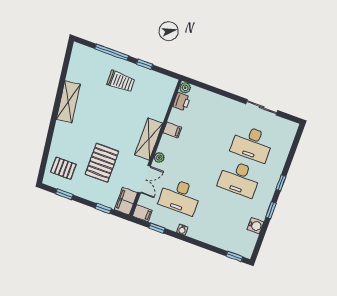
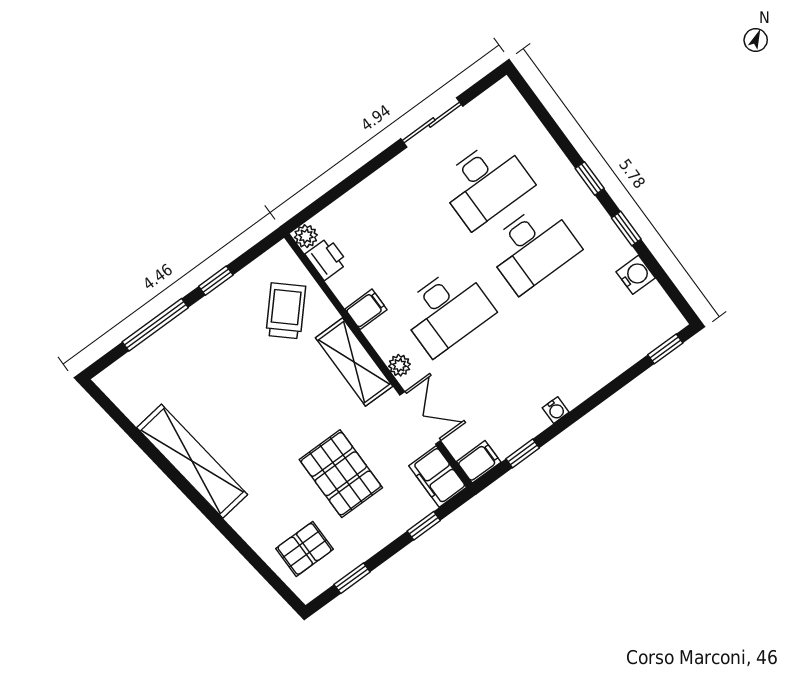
trolley: (121, 81) -> (286, 311), moved, turned -48
shelving: (68, 102) -> (192, 461), width x1.47
desk: (180, 196) -> (447, 310), moved

